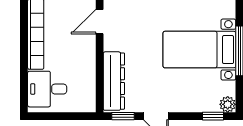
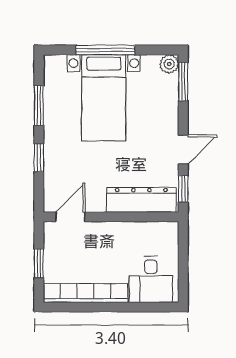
door: (100, 22) -> (70, 217), swing flipped
window: (213, 116) -> (183, 82), width x1.50

